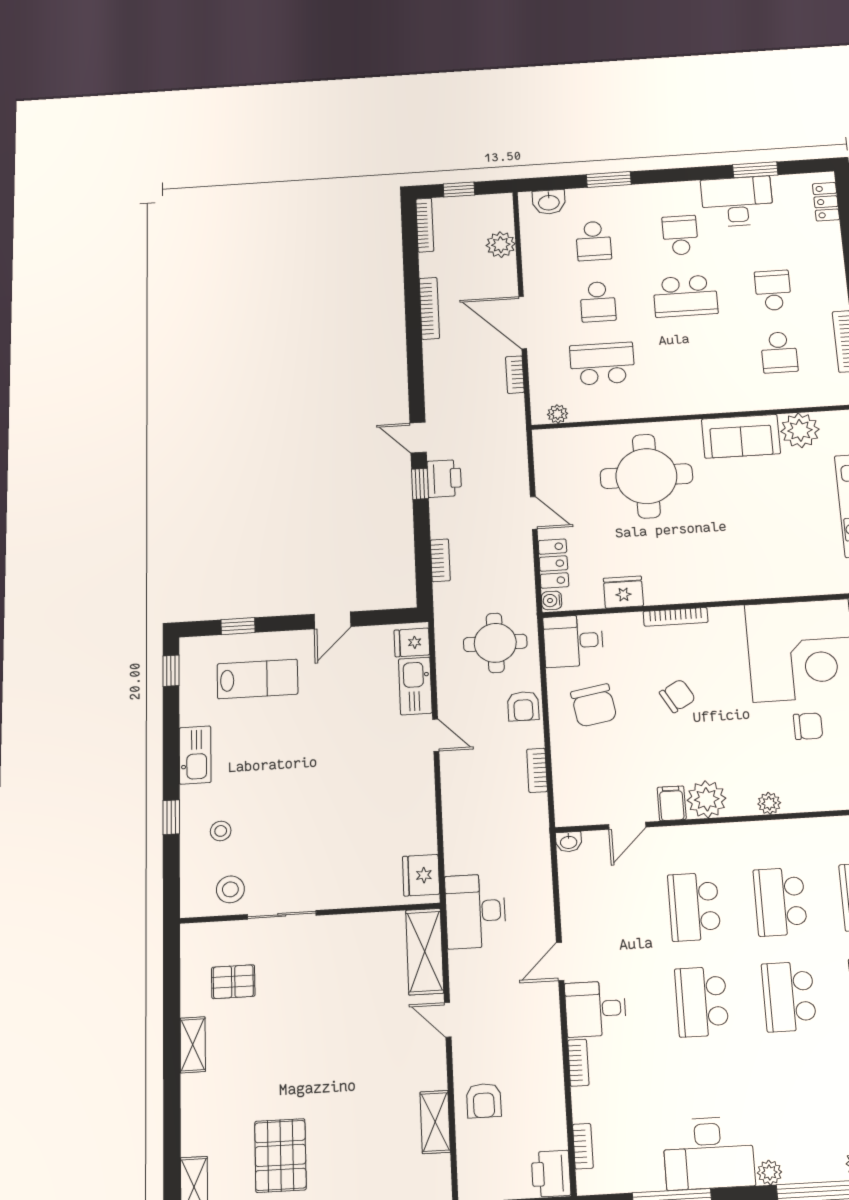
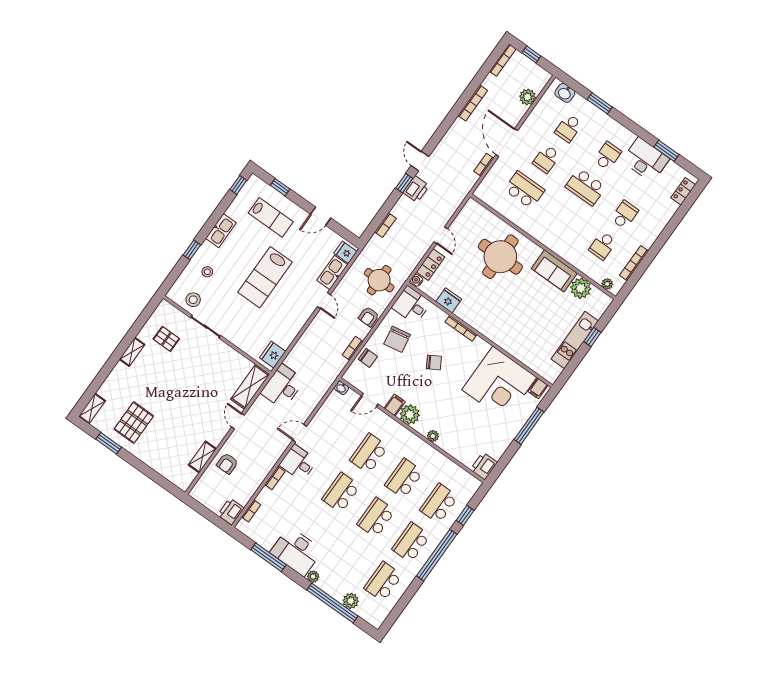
plant: (558, 414) -> (607, 284), moved
chair: (808, 726) -> (368, 358), moved
lab bench: (317, 771) -> (265, 277), added

